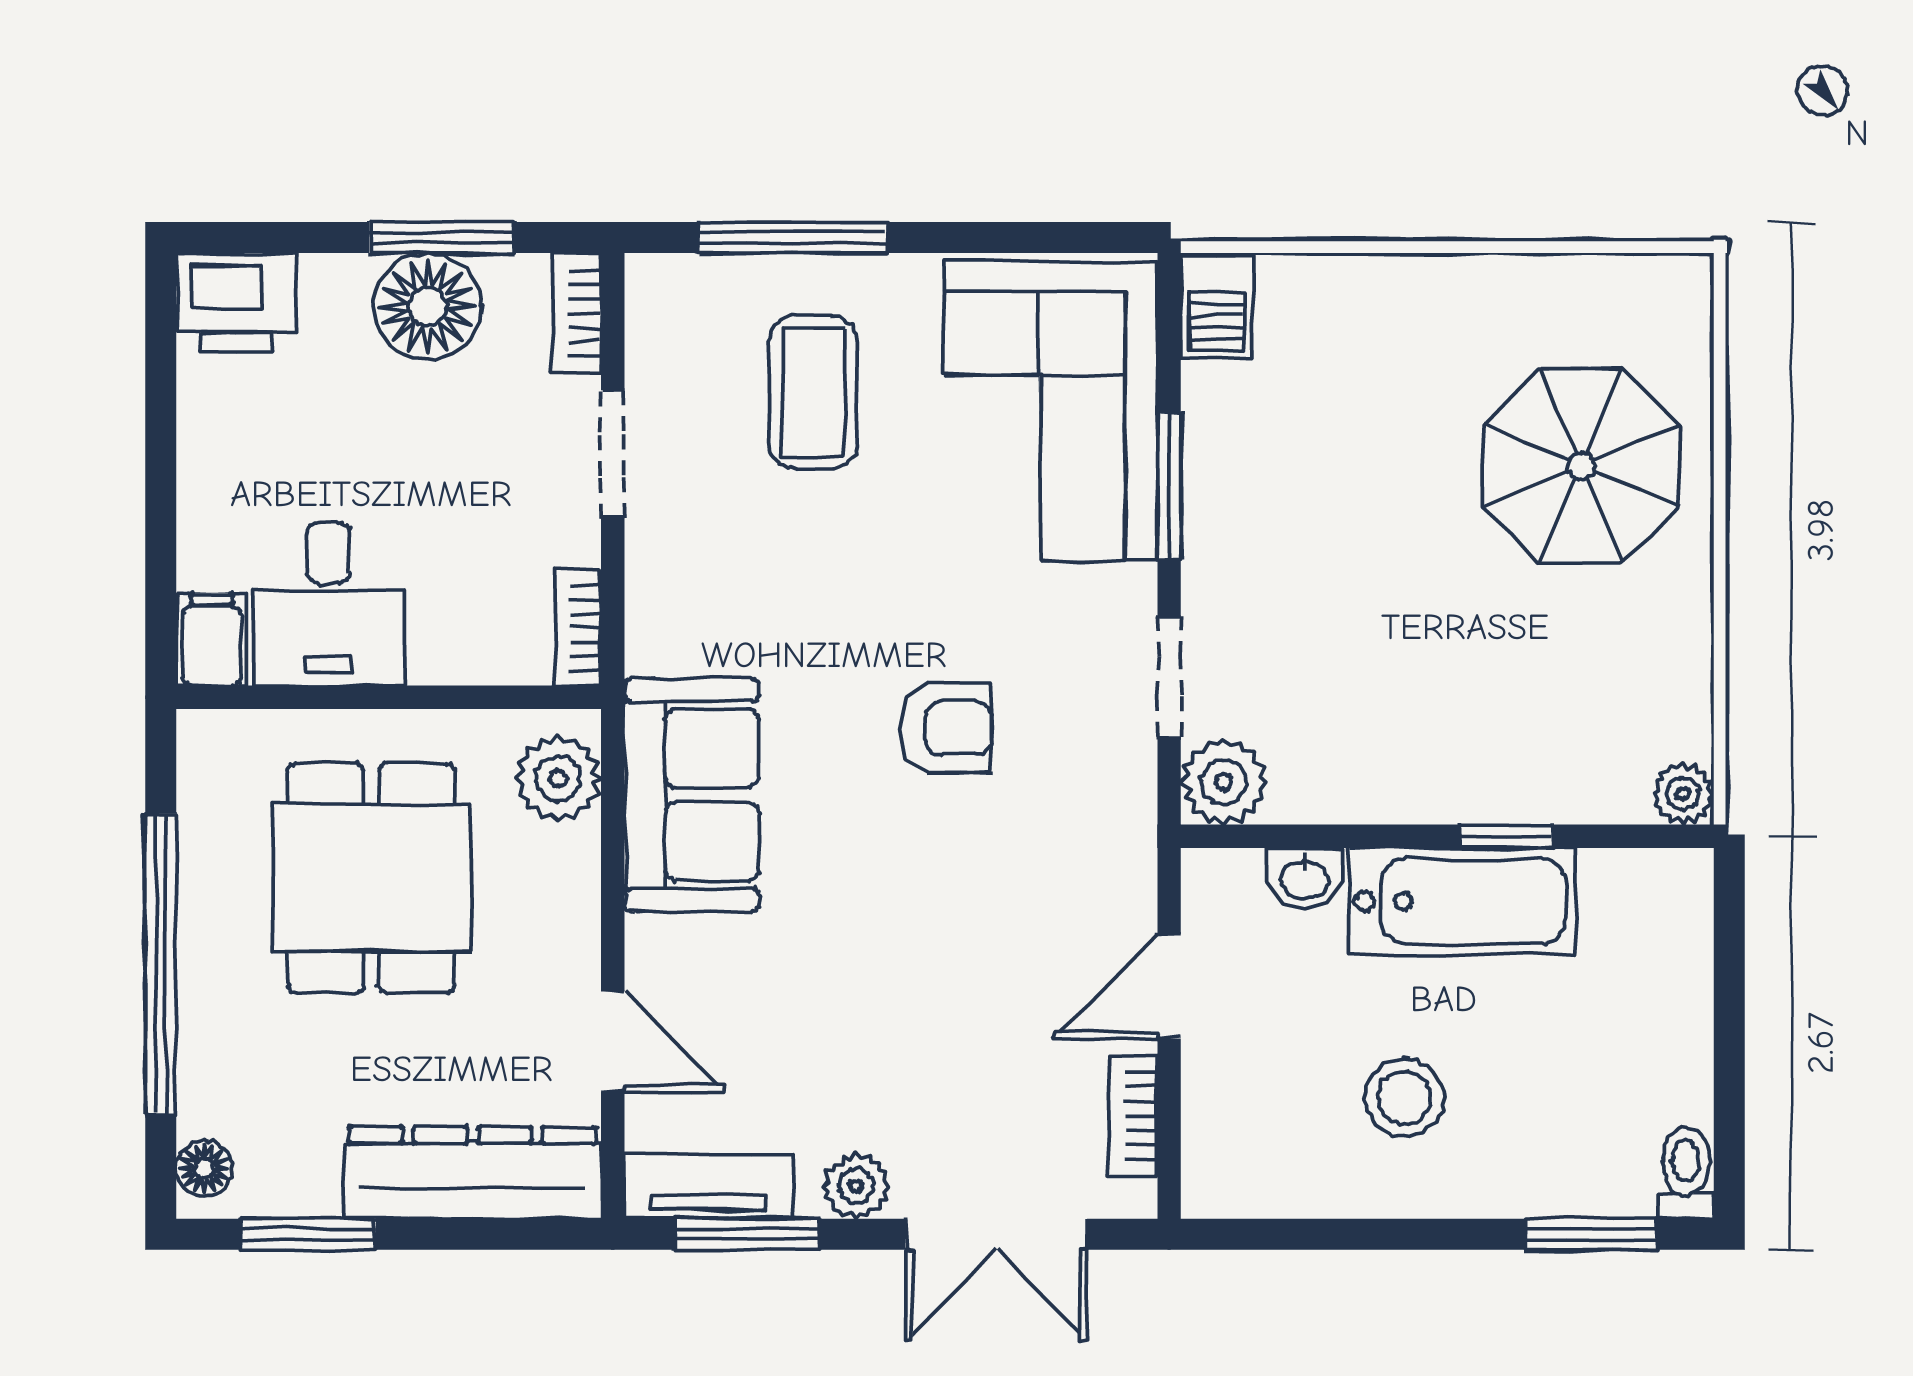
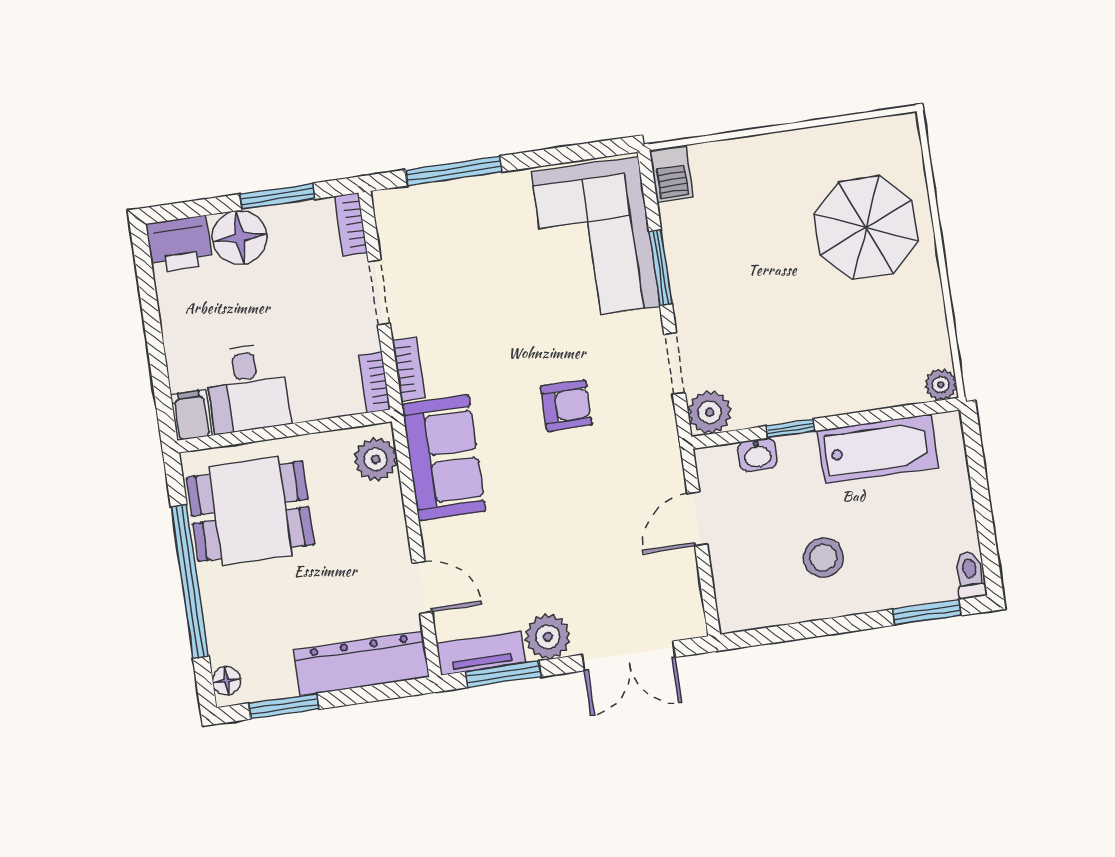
floor lamp: (428, 307) -> (240, 237), moved
coffee table: (813, 392) -> (475, 247), removed
window: (1507, 836) -> (790, 428), moved
dining table: (371, 878) -> (250, 511), moved, turned 90
bathtub: (1462, 901) -> (878, 449), moved
bookcase: (1133, 1116) -> (409, 369), moved, turned 180
plant: (856, 1186) -> (548, 637), width x1.38, depth x1.38

